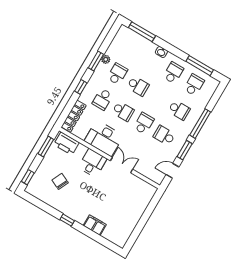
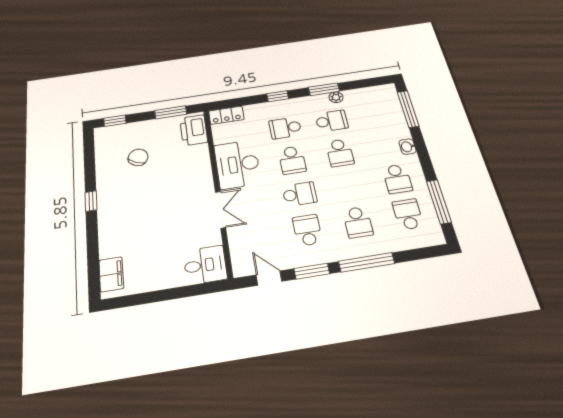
school desk: (173, 73) -> (397, 179), turned 90
school desk: (194, 85) -> (408, 214), turned -90
locker: (74, 116) -> (226, 115), width x0.66
desk: (92, 163) -> (205, 265), moved
filing cabinet: (95, 225) -> (111, 274), moved

